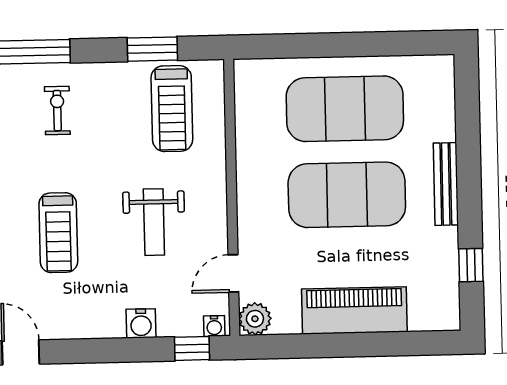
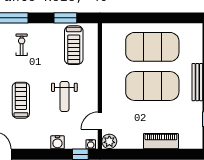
treadmill: (58, 233) -> (21, 100), turned 180
piano: (354, 310) -> (161, 141), width x0.73, depth x0.75

